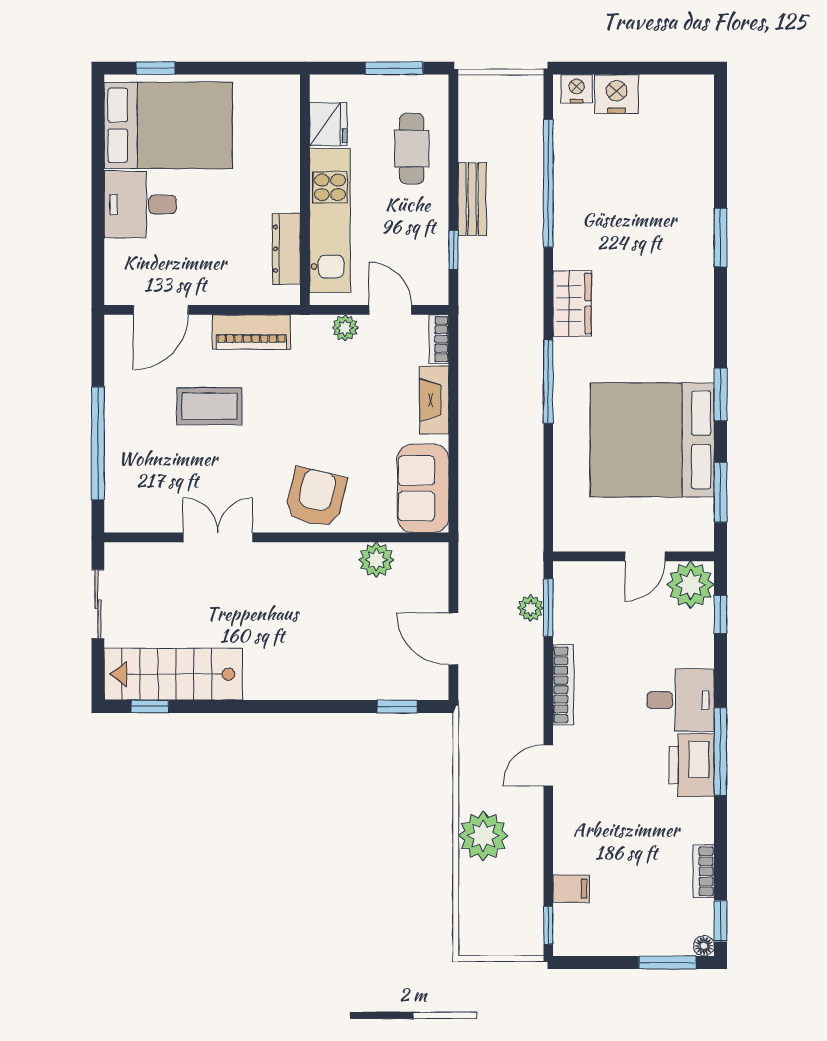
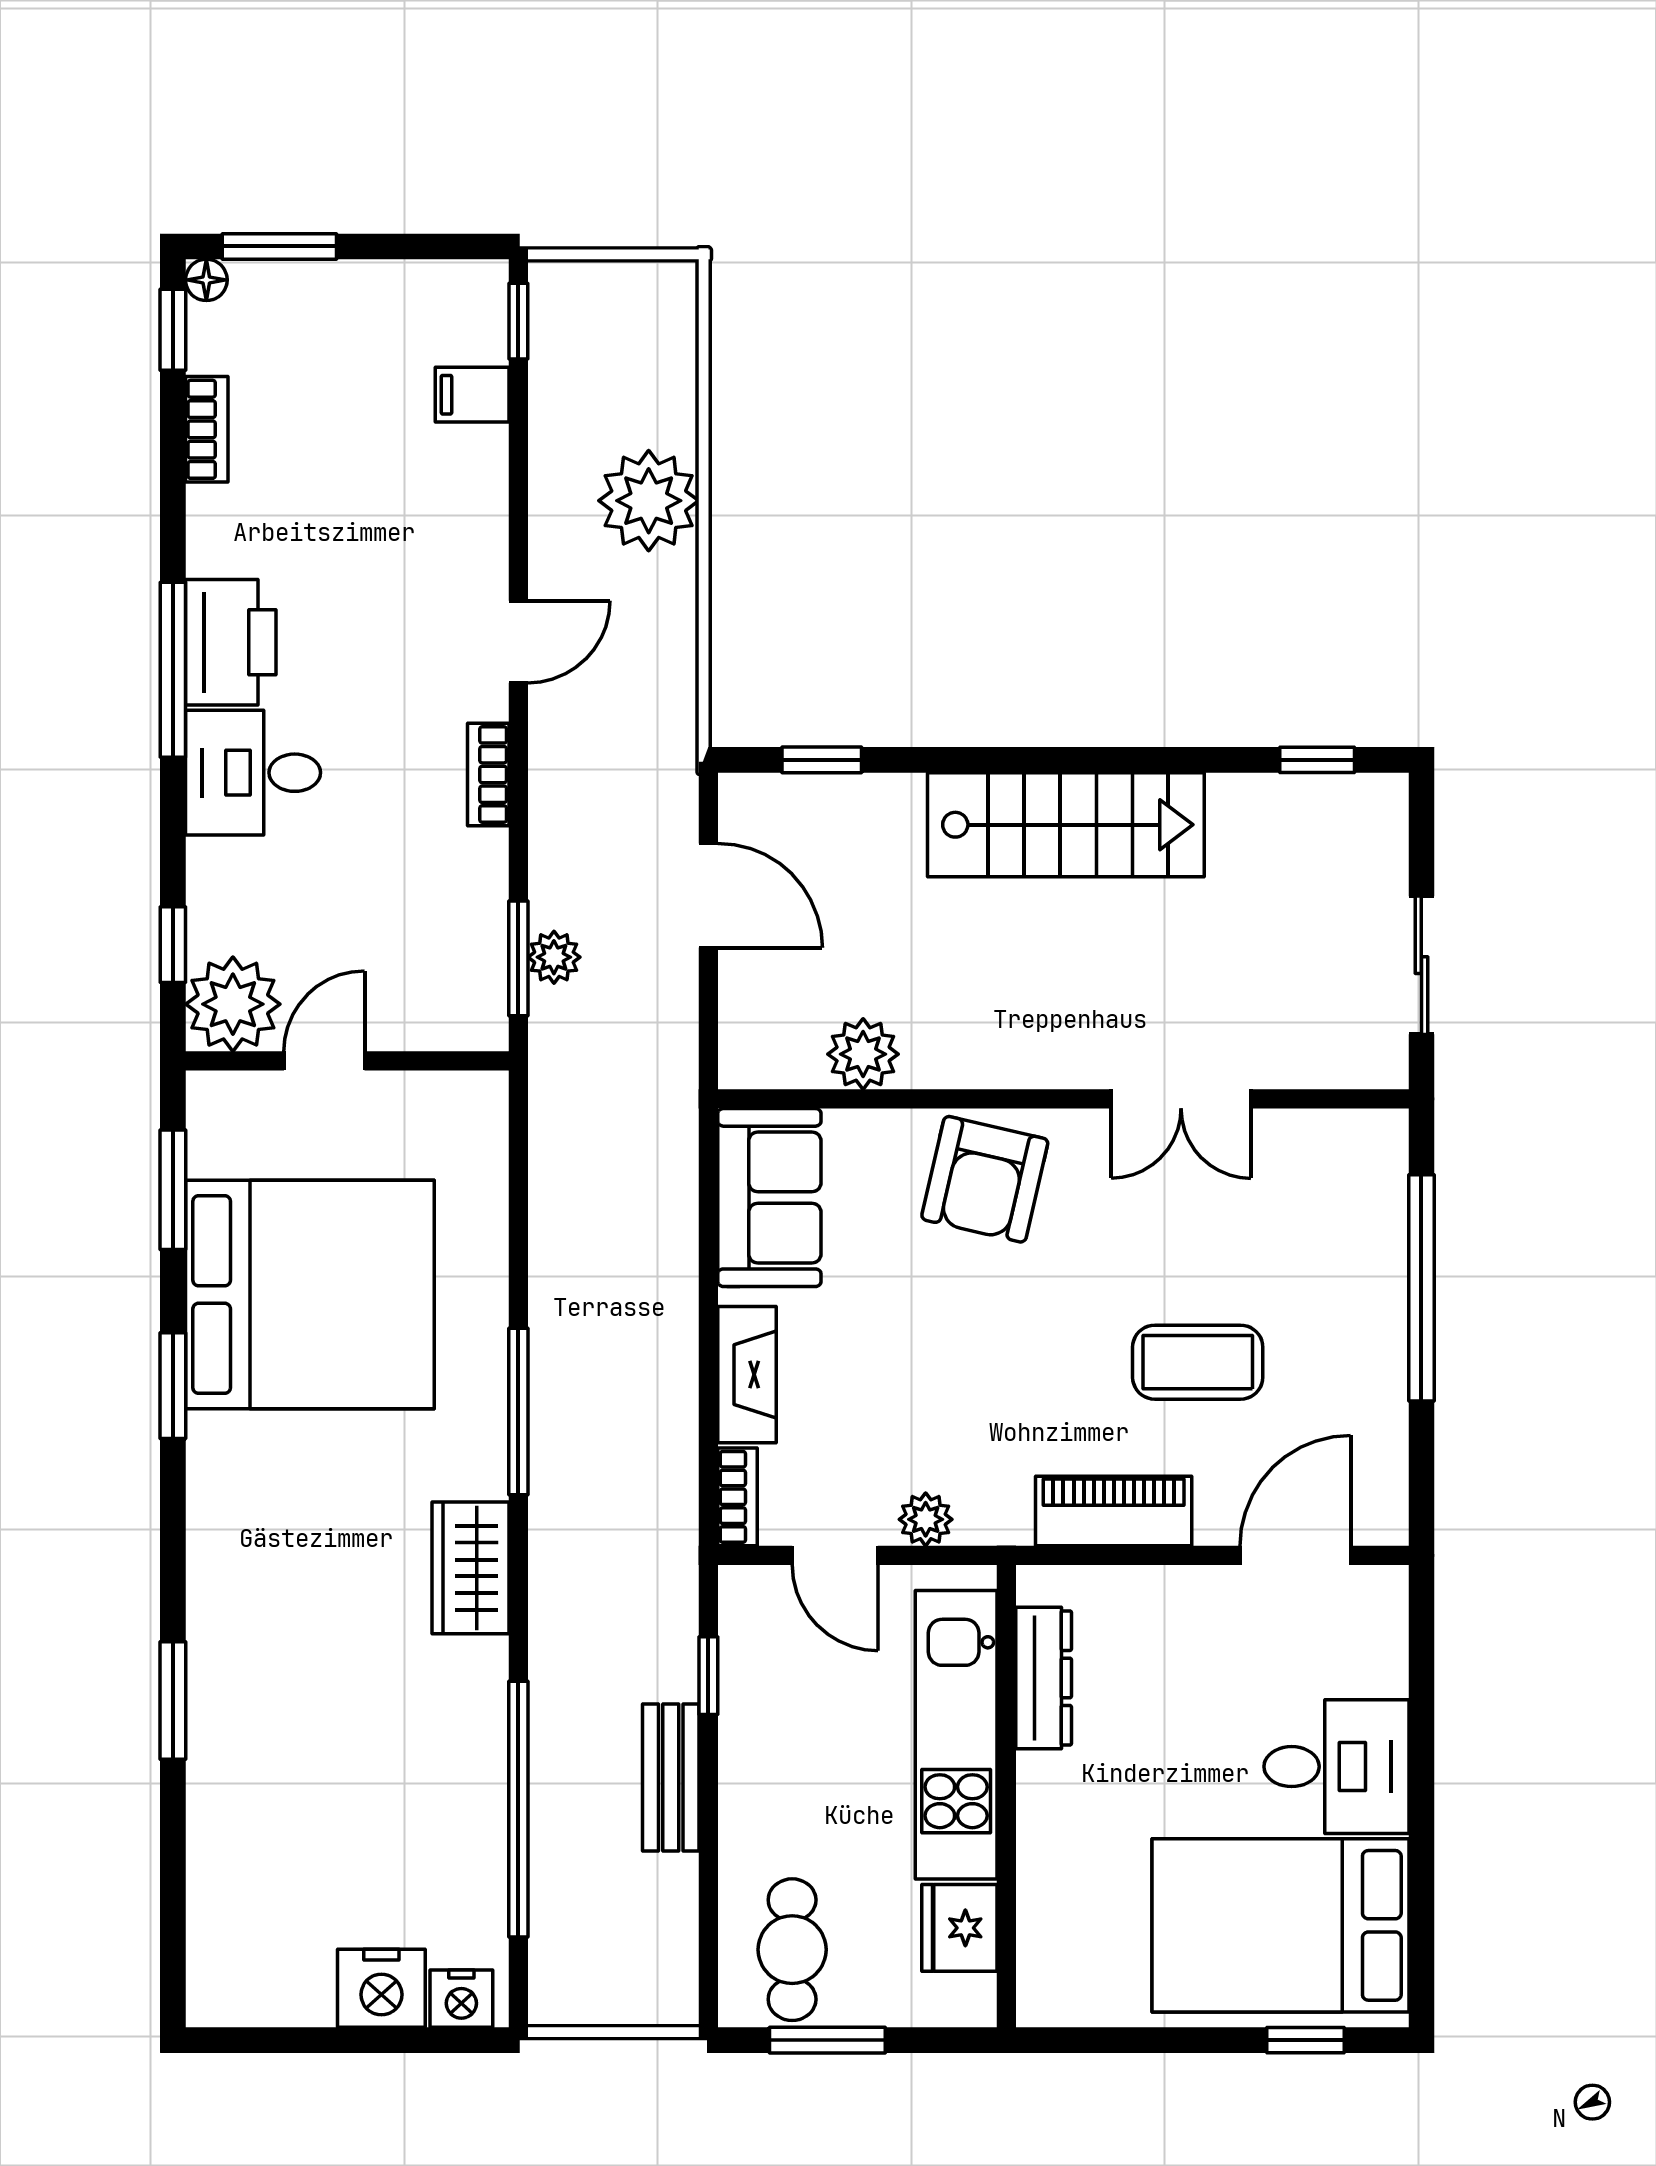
cafe table: (412, 149) -> (792, 1950), moved
stairs: (173, 674) -> (1066, 825), moved
bookcase: (563, 685) -> (488, 774), width x0.64

